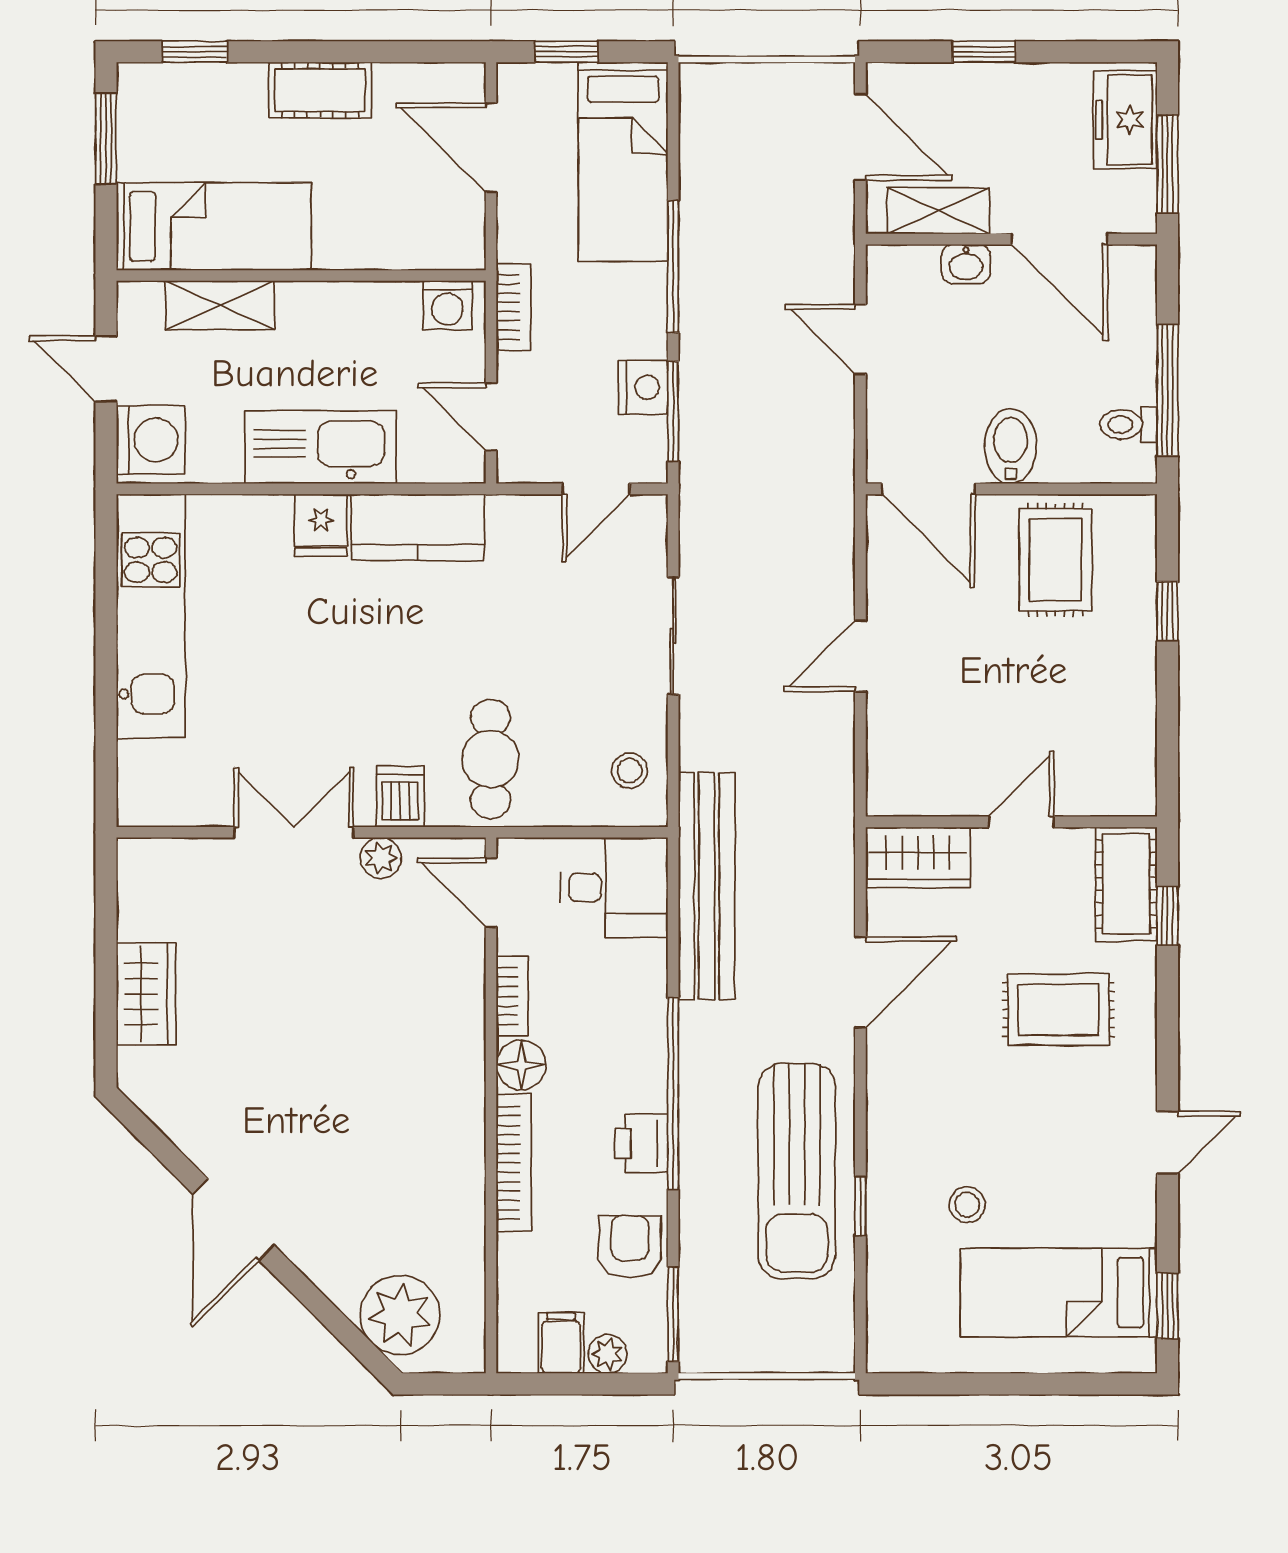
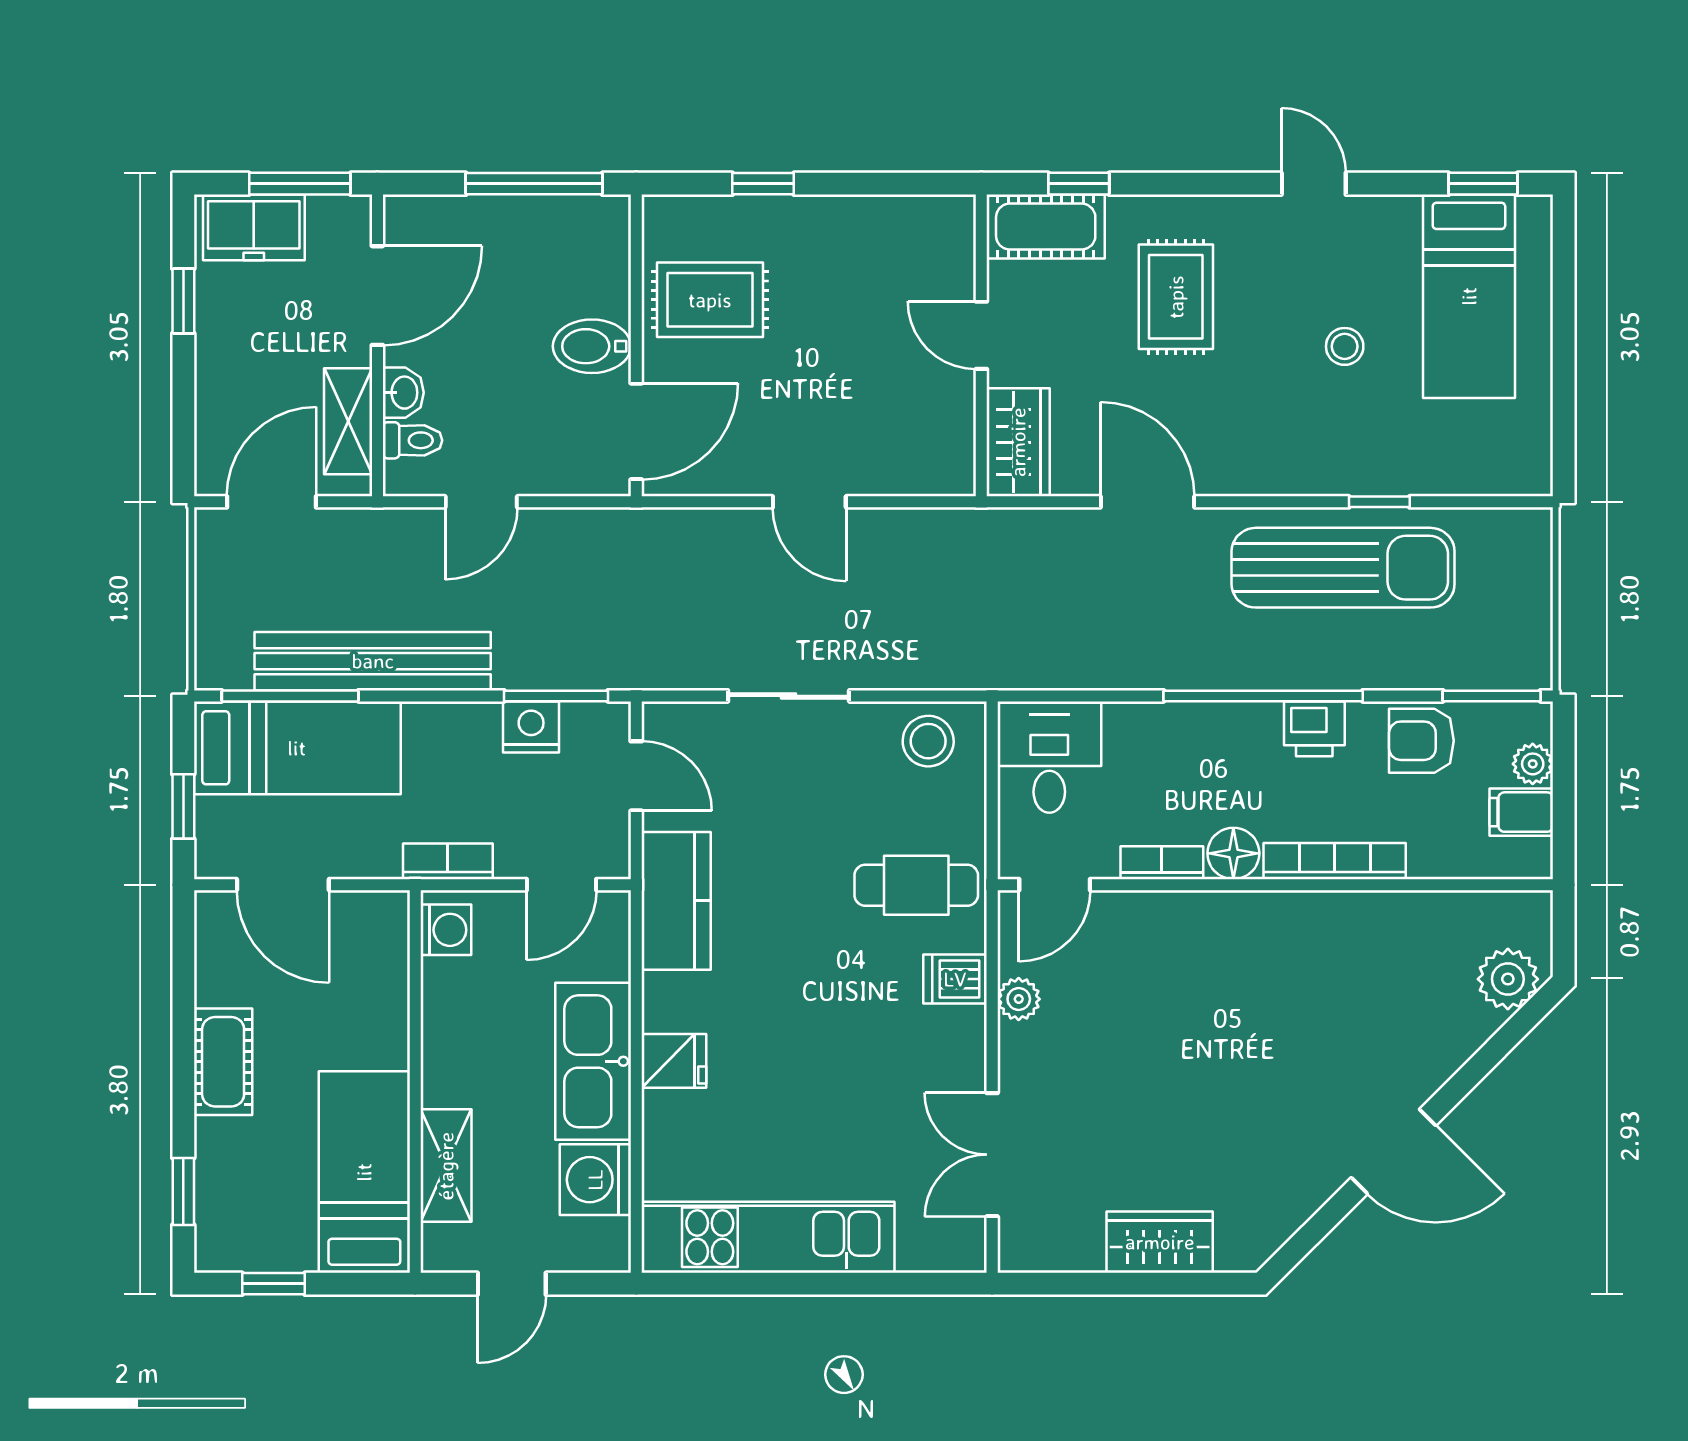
window: (984, 52) -> (183, 301), moved
window: (106, 139) -> (274, 1284), width x0.67
door: (491, 148) -> (283, 885), hinge flipped
window: (673, 267) -> (290, 696), moved
toilet: (1128, 424) -> (412, 440), moved, turned -90
washing machine: (151, 440) -> (595, 1180), moved, turned -90
kitchen counter: (418, 527) -> (676, 901), moved
stool: (630, 771) -> (928, 741), width x1.37, depth x1.37
double door: (294, 832) -> (992, 1155), moved
bench: (707, 886) -> (373, 661), moved
stool: (967, 1205) -> (1345, 346), moved
plant: (400, 1315) -> (1508, 979), width x0.73, depth x0.73

